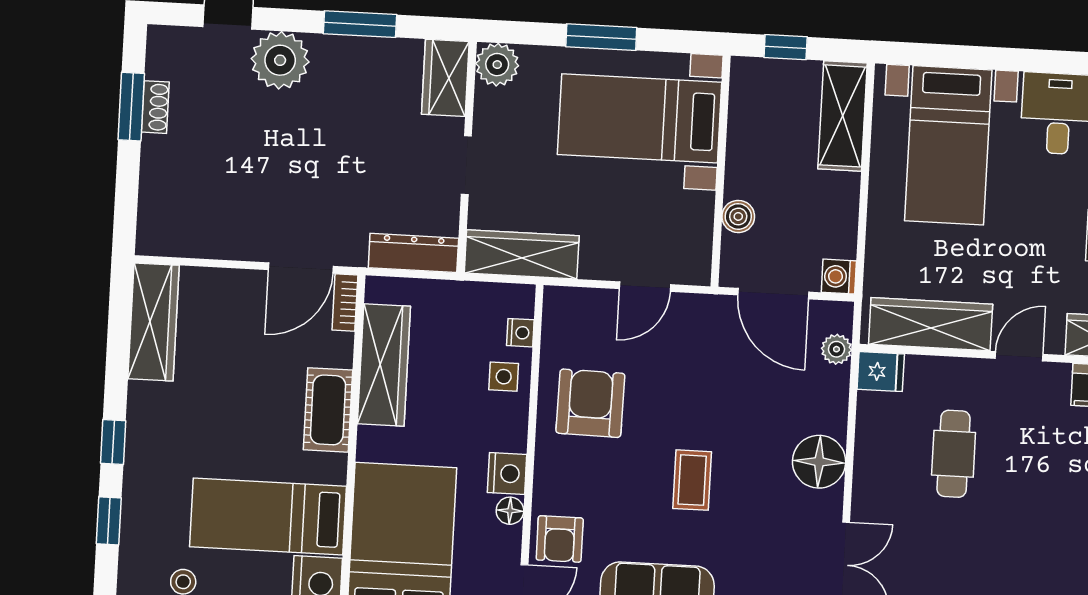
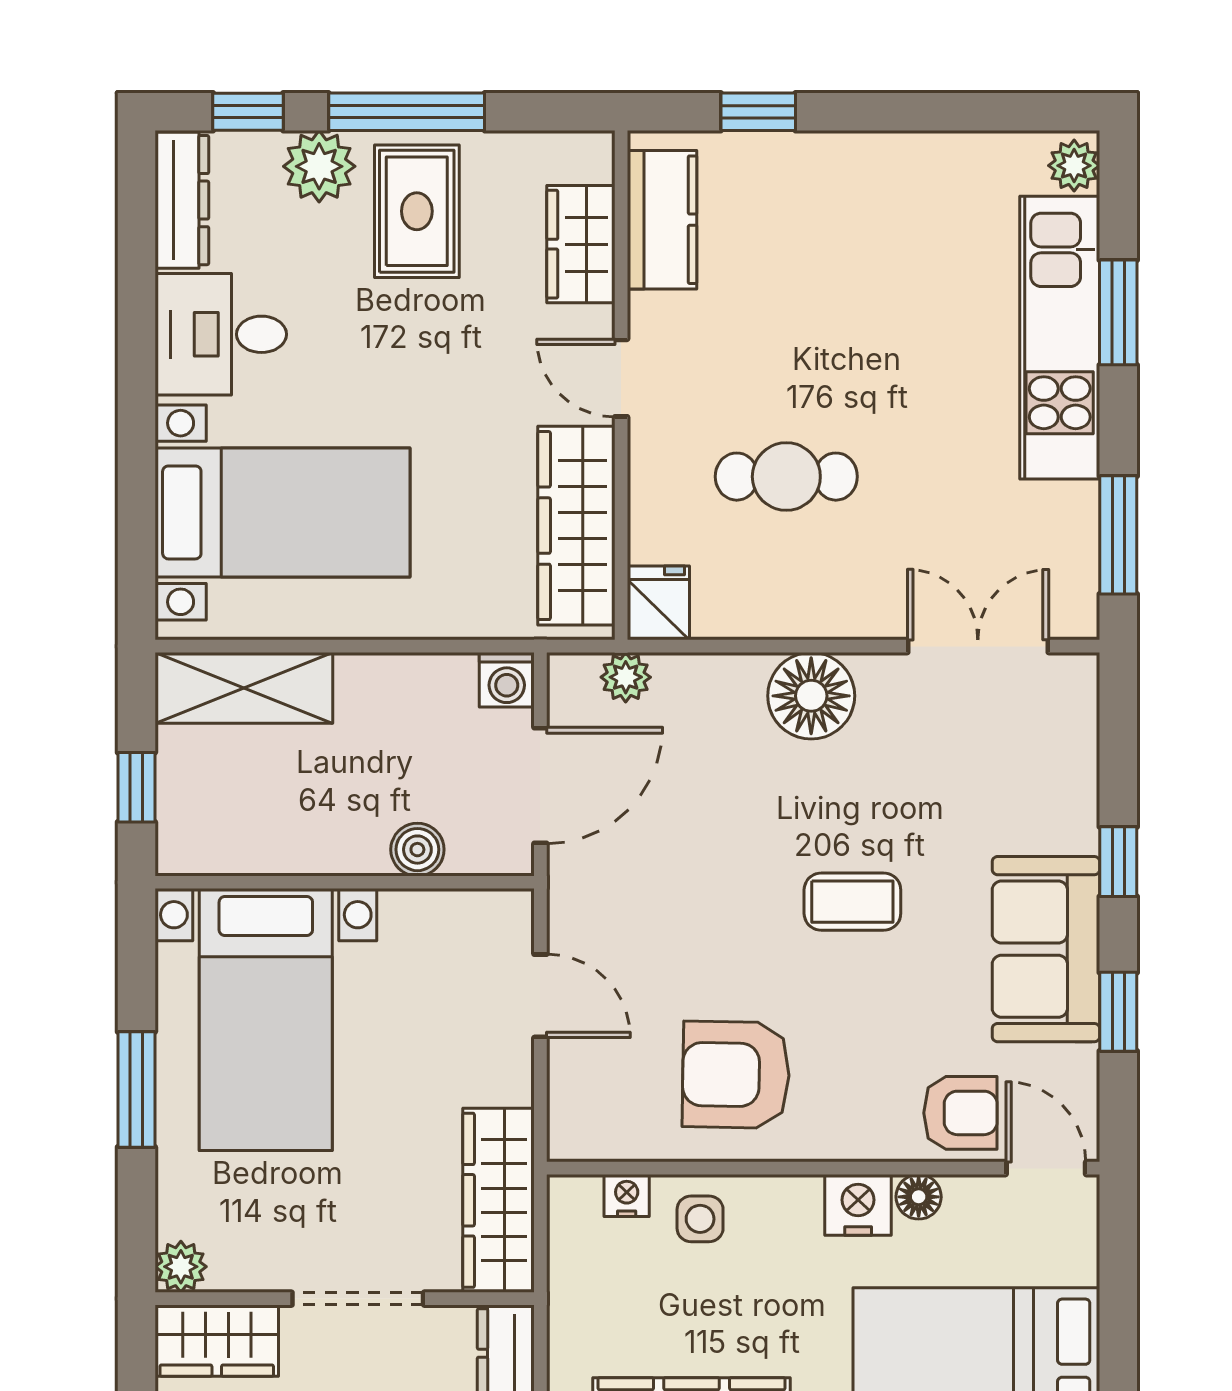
plant: (497, 65) -> (181, 1267), width x0.73, depth x0.73
doorway: (466, 165) -> (358, 1299), width x1.38

